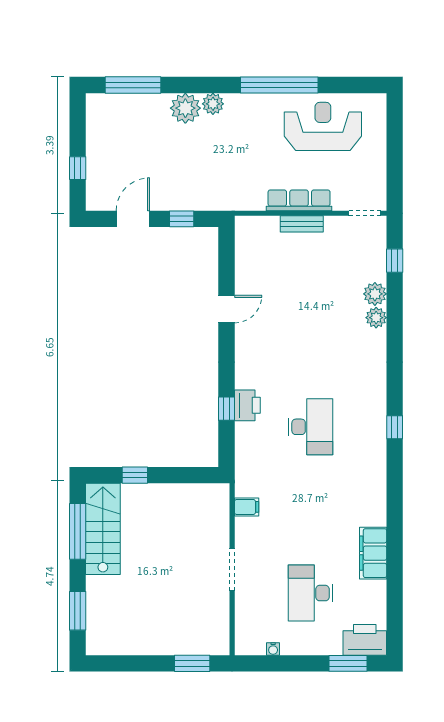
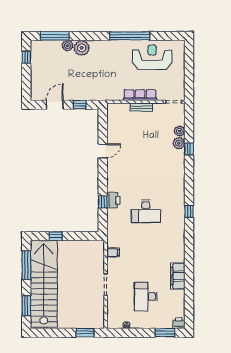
plant: (213, 104) -> (68, 46), moved
window: (78, 168) -> (26, 57), moved
window: (395, 261) -> (189, 149), moved
plant: (376, 318) -> (179, 131), moved
desk: (311, 427) -> (146, 211), turned 90
stairs: (103, 529) -> (44, 284), width x1.86, depth x1.51
printer: (365, 640) -> (179, 323), width x0.53, depth x0.68

